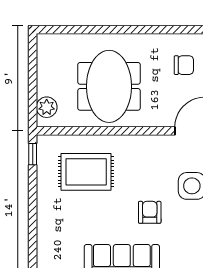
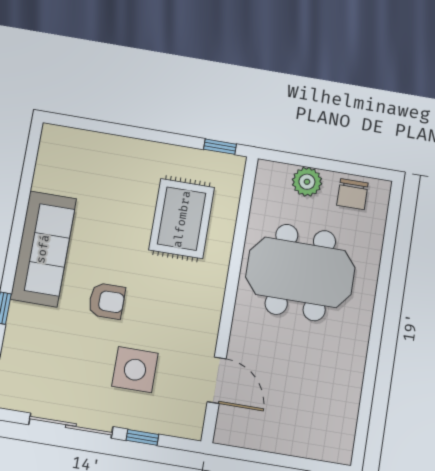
chair: (184, 65) -> (352, 194), moved
plant: (47, 107) -> (307, 182), moved

